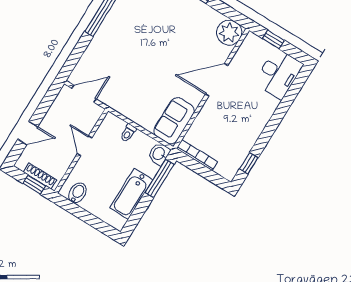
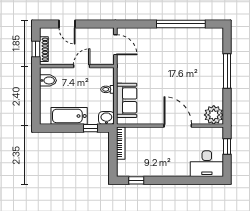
sofa: (174, 121) -> (127, 100), moved, turned 90
window: (160, 178) -> (91, 128), width x0.46

